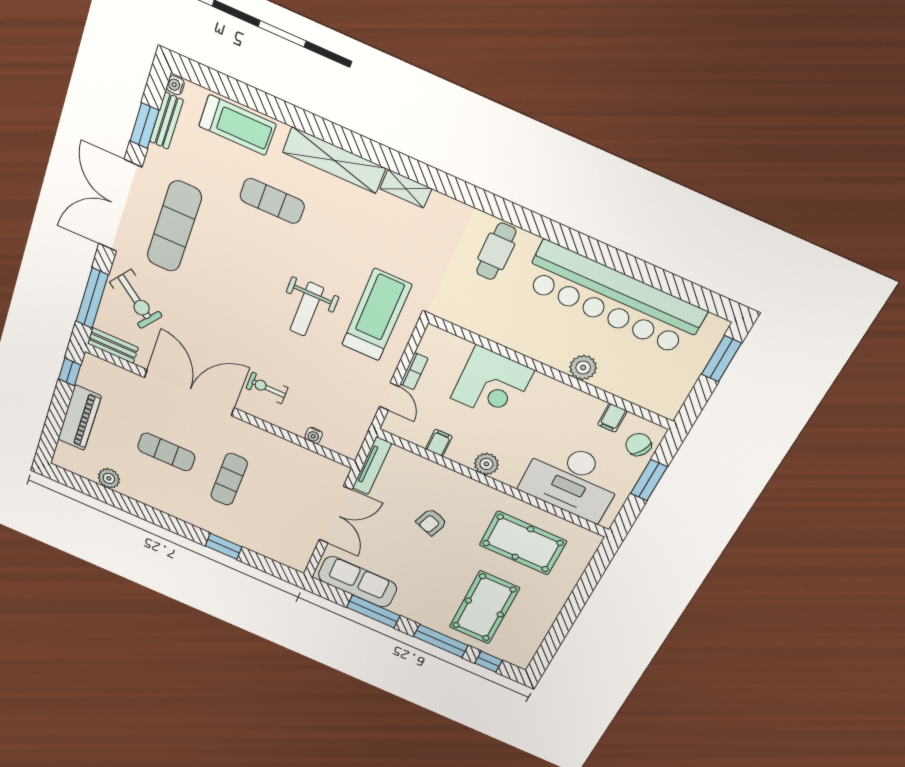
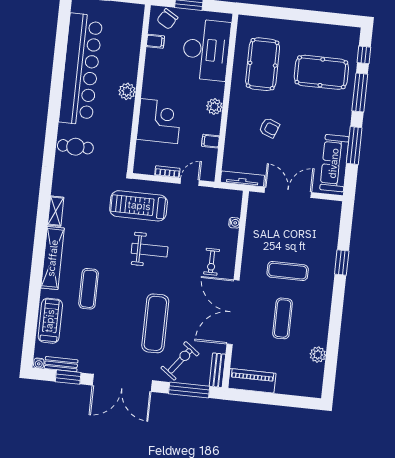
exercise mat: (174, 226) -> (155, 323), moved, turned 90
plant: (583, 367) -> (127, 91), moved
window: (70, 372) -> (247, 396), removed
piano: (79, 418) -> (252, 381), moved

